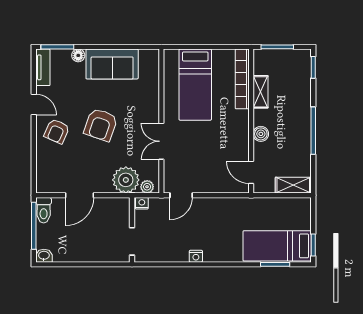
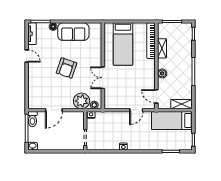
armchair: (57, 131) -> (40, 72), removed
door: (181, 195) -> (136, 110), moved
bed: (277, 246) -> (172, 120), moved

